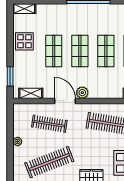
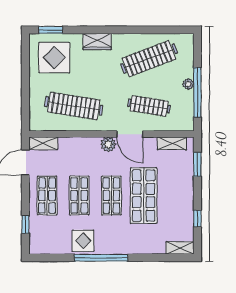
window: (10, 32) -> (197, 219), added
display table: (24, 41) -> (83, 241), moved
shop shelf: (54, 51) -> (144, 196), width x1.43, depth x1.36
window: (10, 135) -> (197, 92), added

